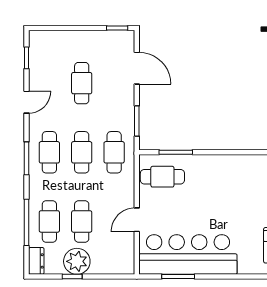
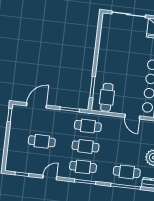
door: (27, 102) -> (50, 177), hinge flipped
cafe table: (82, 221) -> (129, 152), removed

